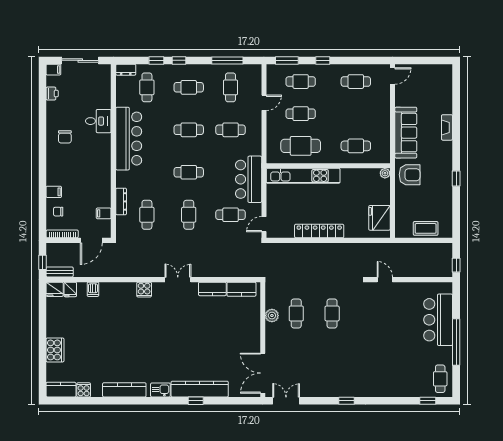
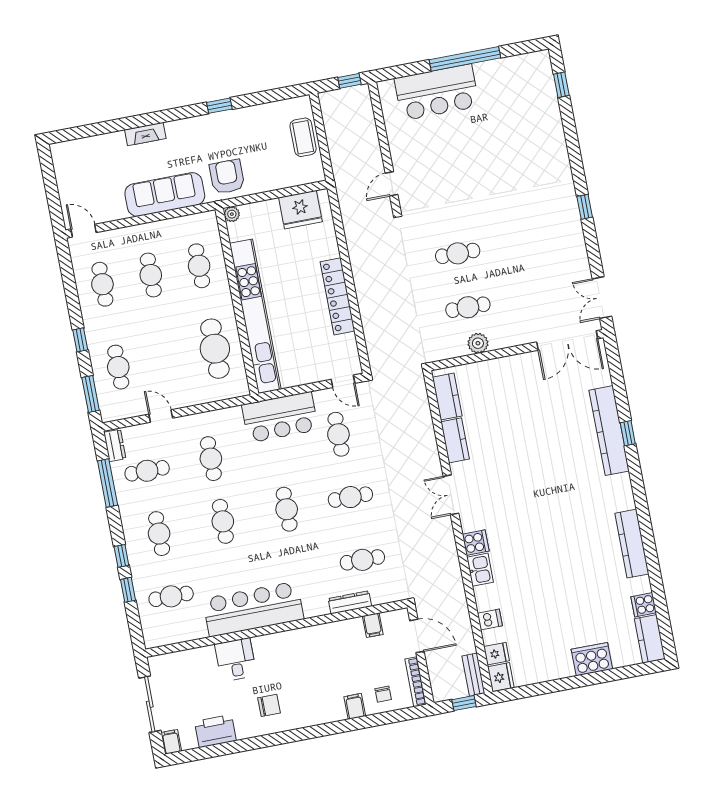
dresser: (126, 70) -> (115, 445), moved
printer: (52, 94) -> (215, 731), width x1.87, depth x1.48
cafe table: (301, 114) -> (151, 275), moved
kitchen unit: (303, 176) -> (255, 316), width x1.36
cafe table: (440, 379) -> (525, 72), removed
kitchen sink: (160, 390) -> (480, 570), moved, turned 180

